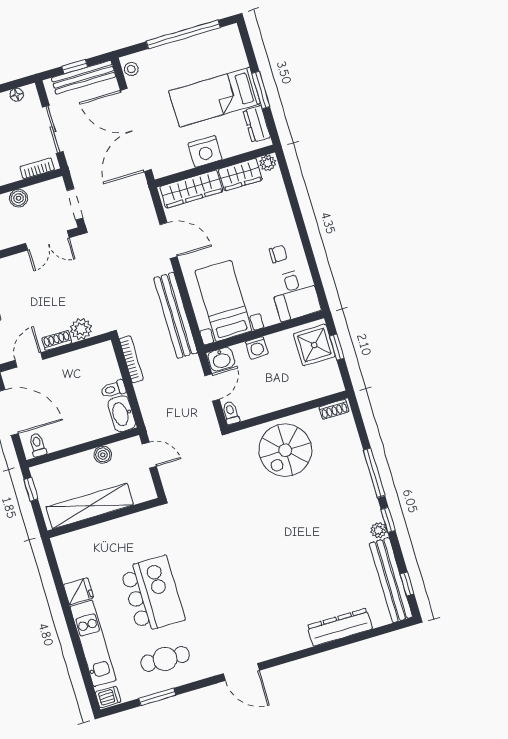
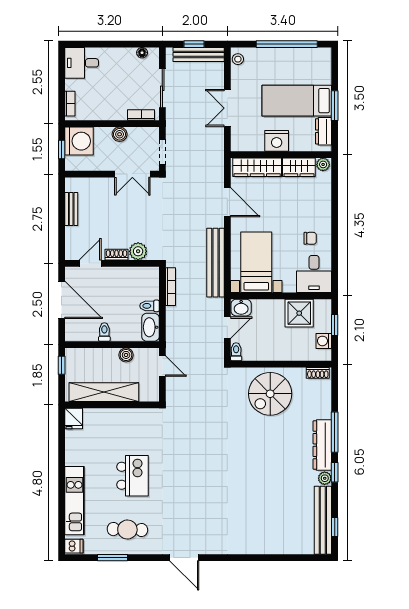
double door: (136, 130) -> (227, 108), width x0.54
shower: (314, 345) -> (299, 313), moved
washing machine: (257, 348) -> (324, 341), moved, turned 90
toilet: (38, 445) -> (104, 332), moved
fridge: (79, 591) -> (74, 418), moved, turned 90
kitchen island: (152, 594) -> (133, 476), width x0.73, depth x0.78
dresser: (340, 627) -> (322, 445), moved, turned -90

